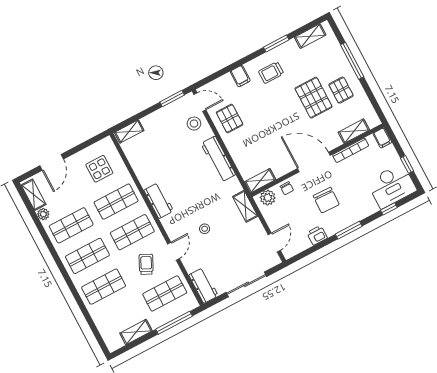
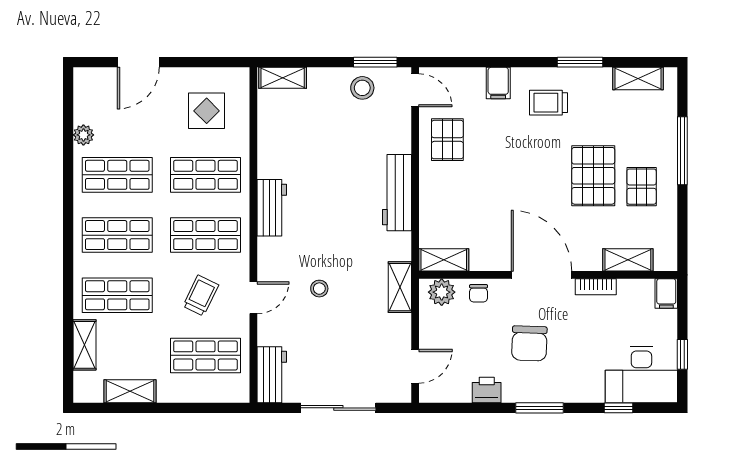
stool: (194, 124) -> (362, 88), moved
bookcase: (351, 150) -> (596, 287), width x0.64
shelving: (34, 195) -> (84, 345), moved
window: (174, 323) -> (196, 408), removed

